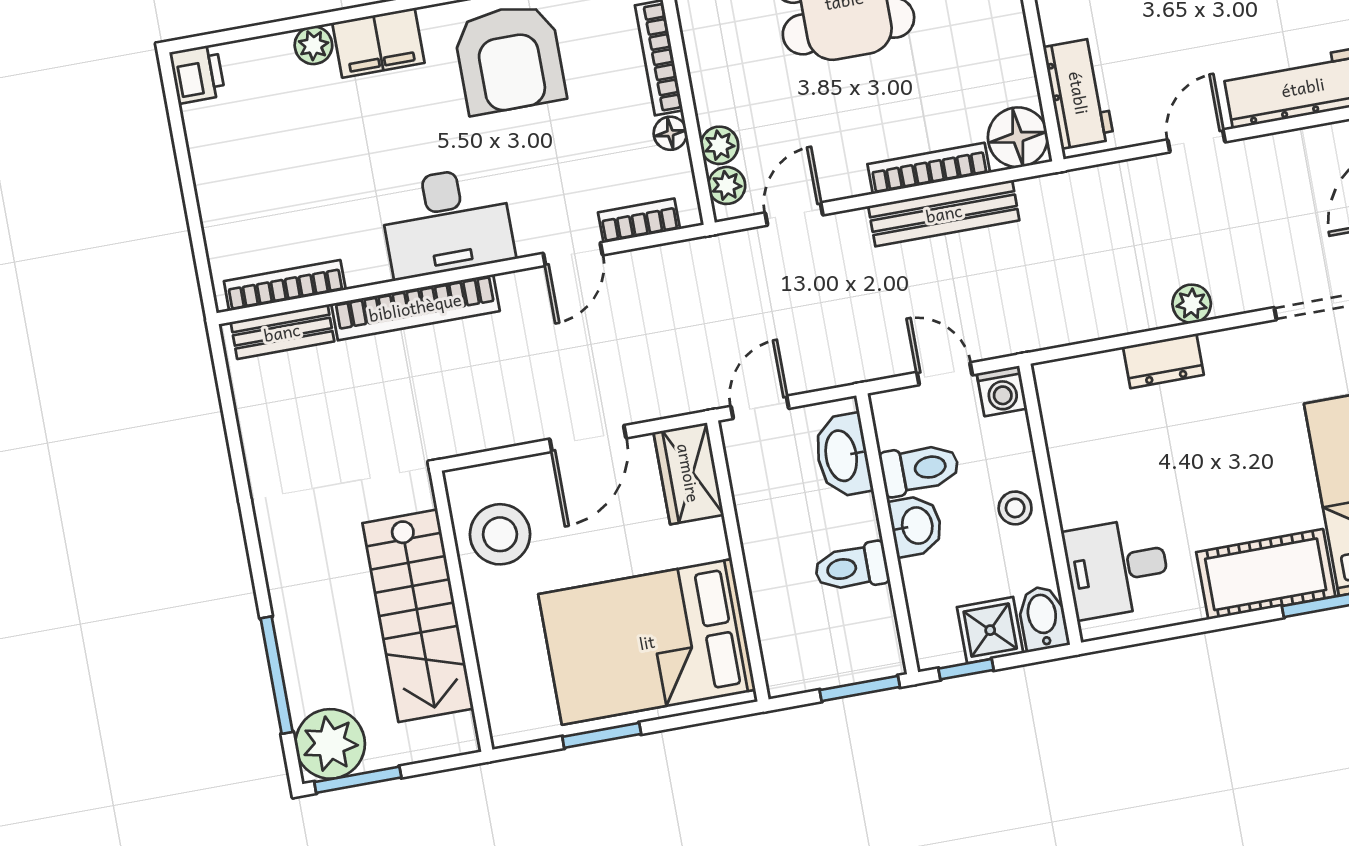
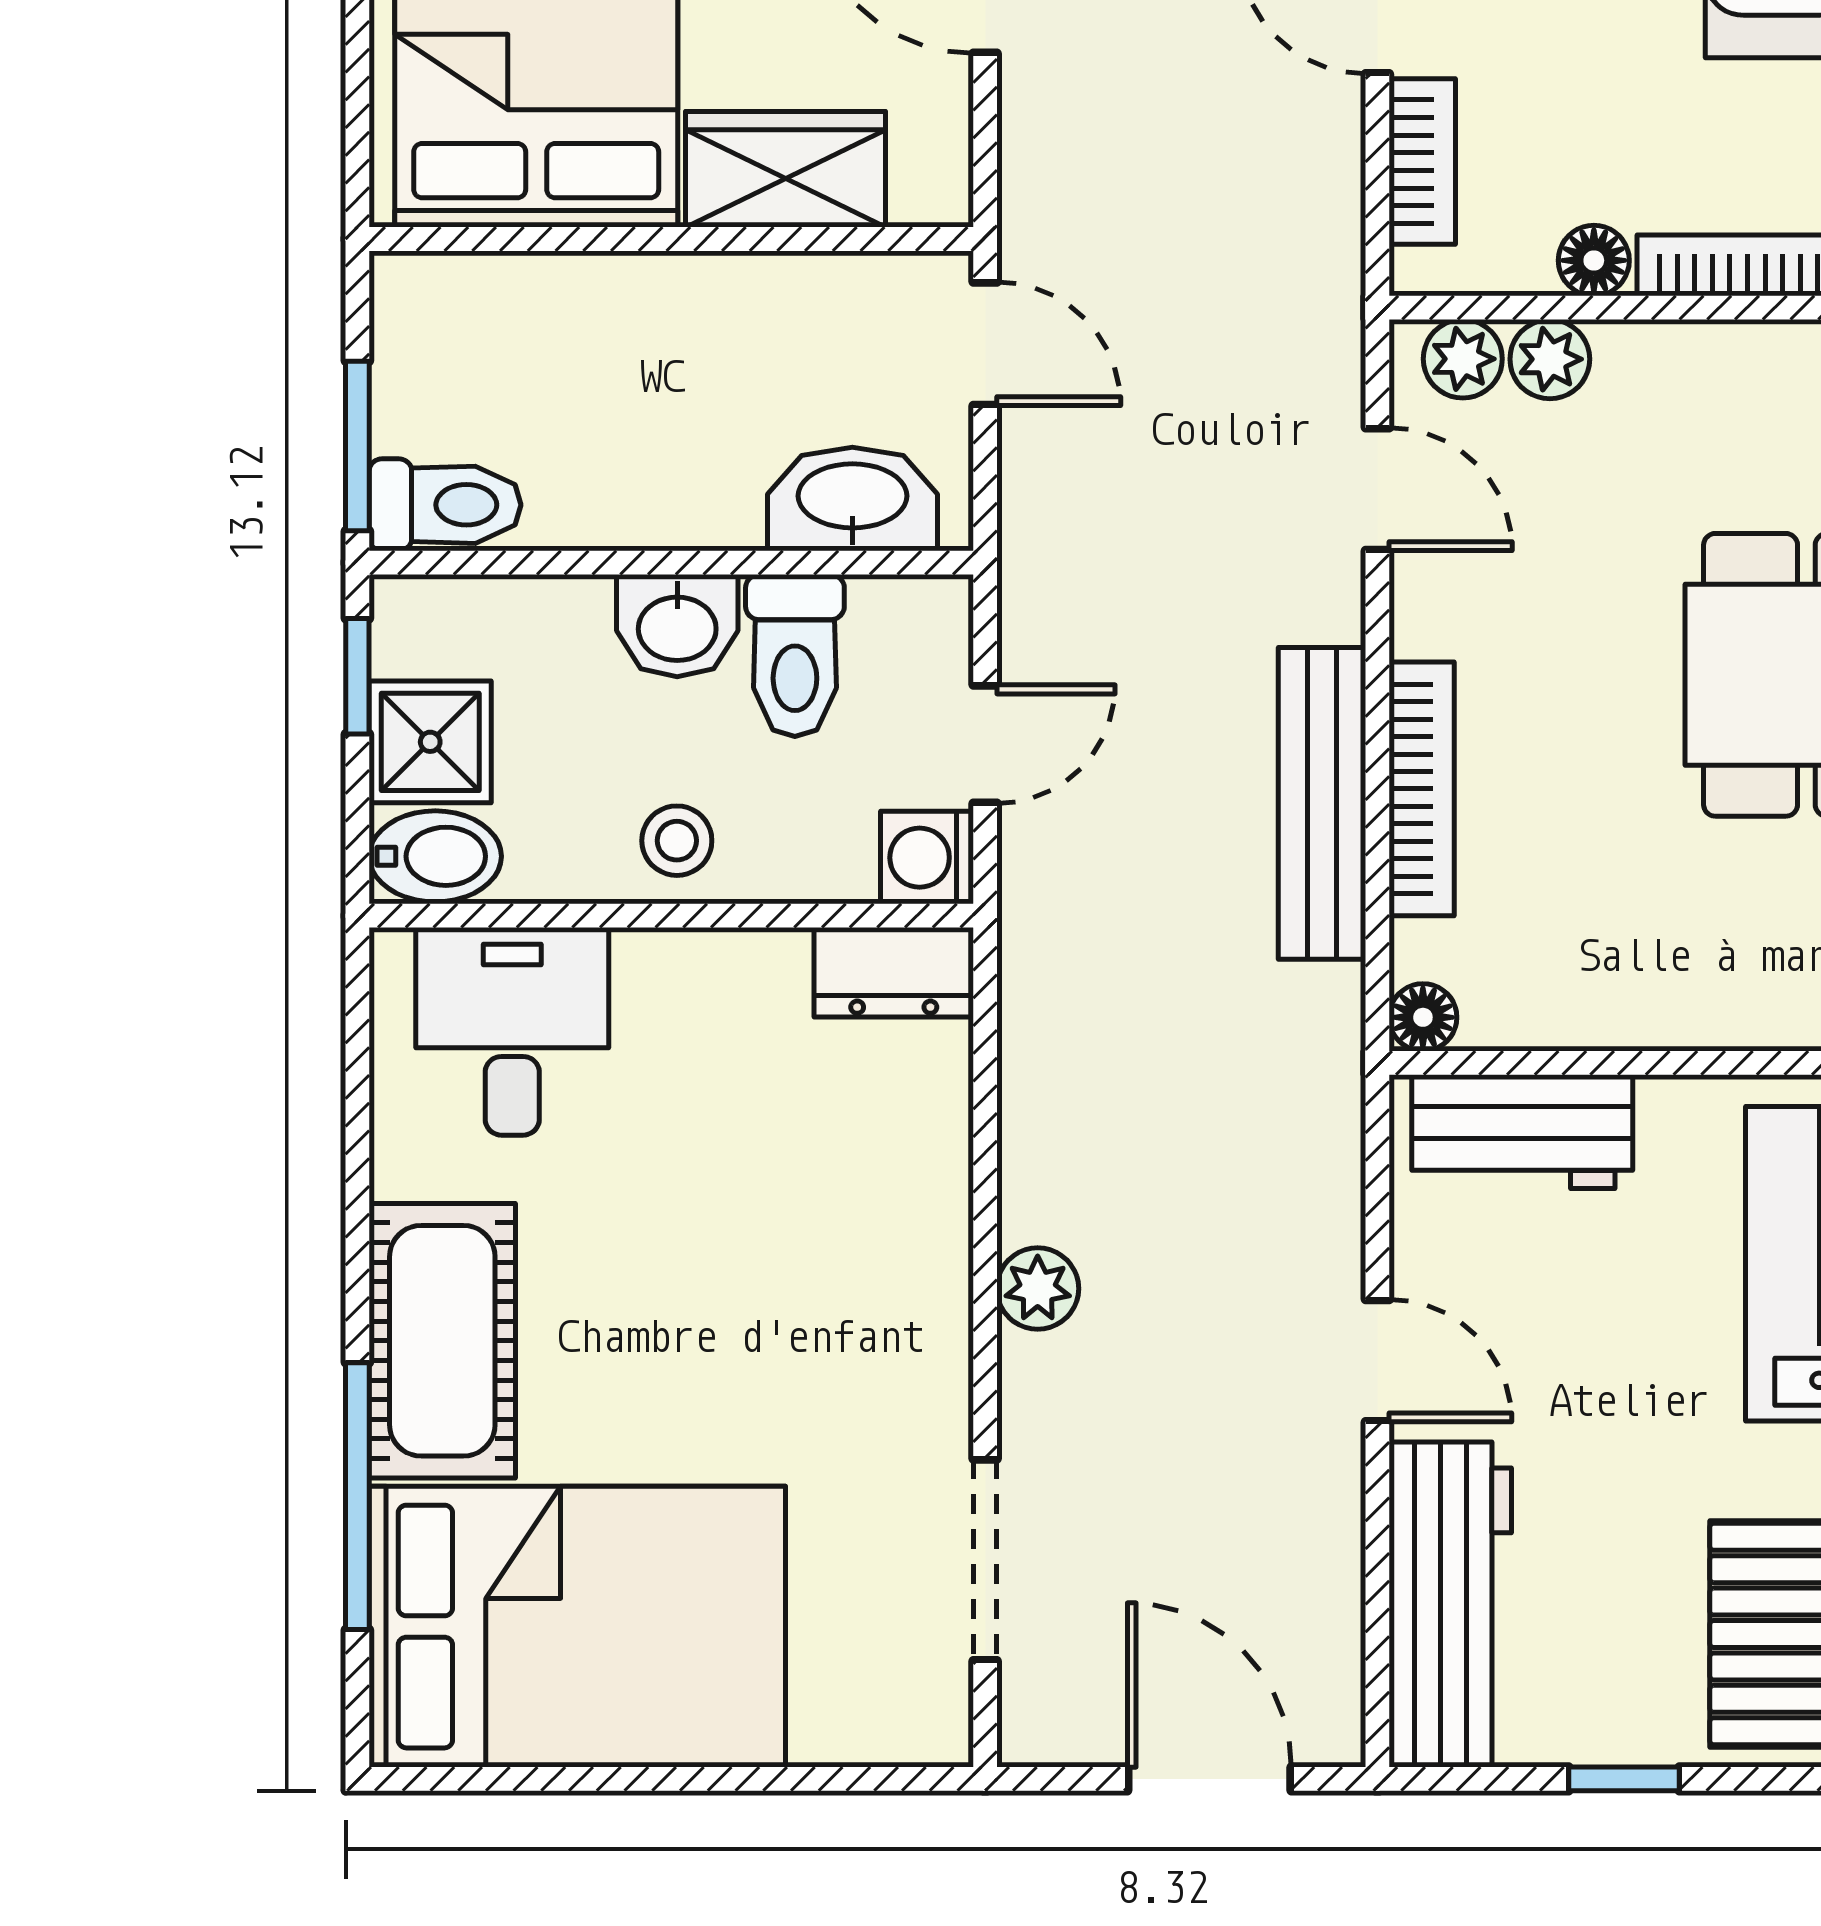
floor lamp: (1018, 137) -> (1423, 1017), width x0.53, depth x0.53
dresser: (1163, 361) -> (894, 972), moved, turned -90
wardrobe: (689, 473) -> (785, 169), moved
toilet: (851, 567) -> (445, 505), moved, turned 90

